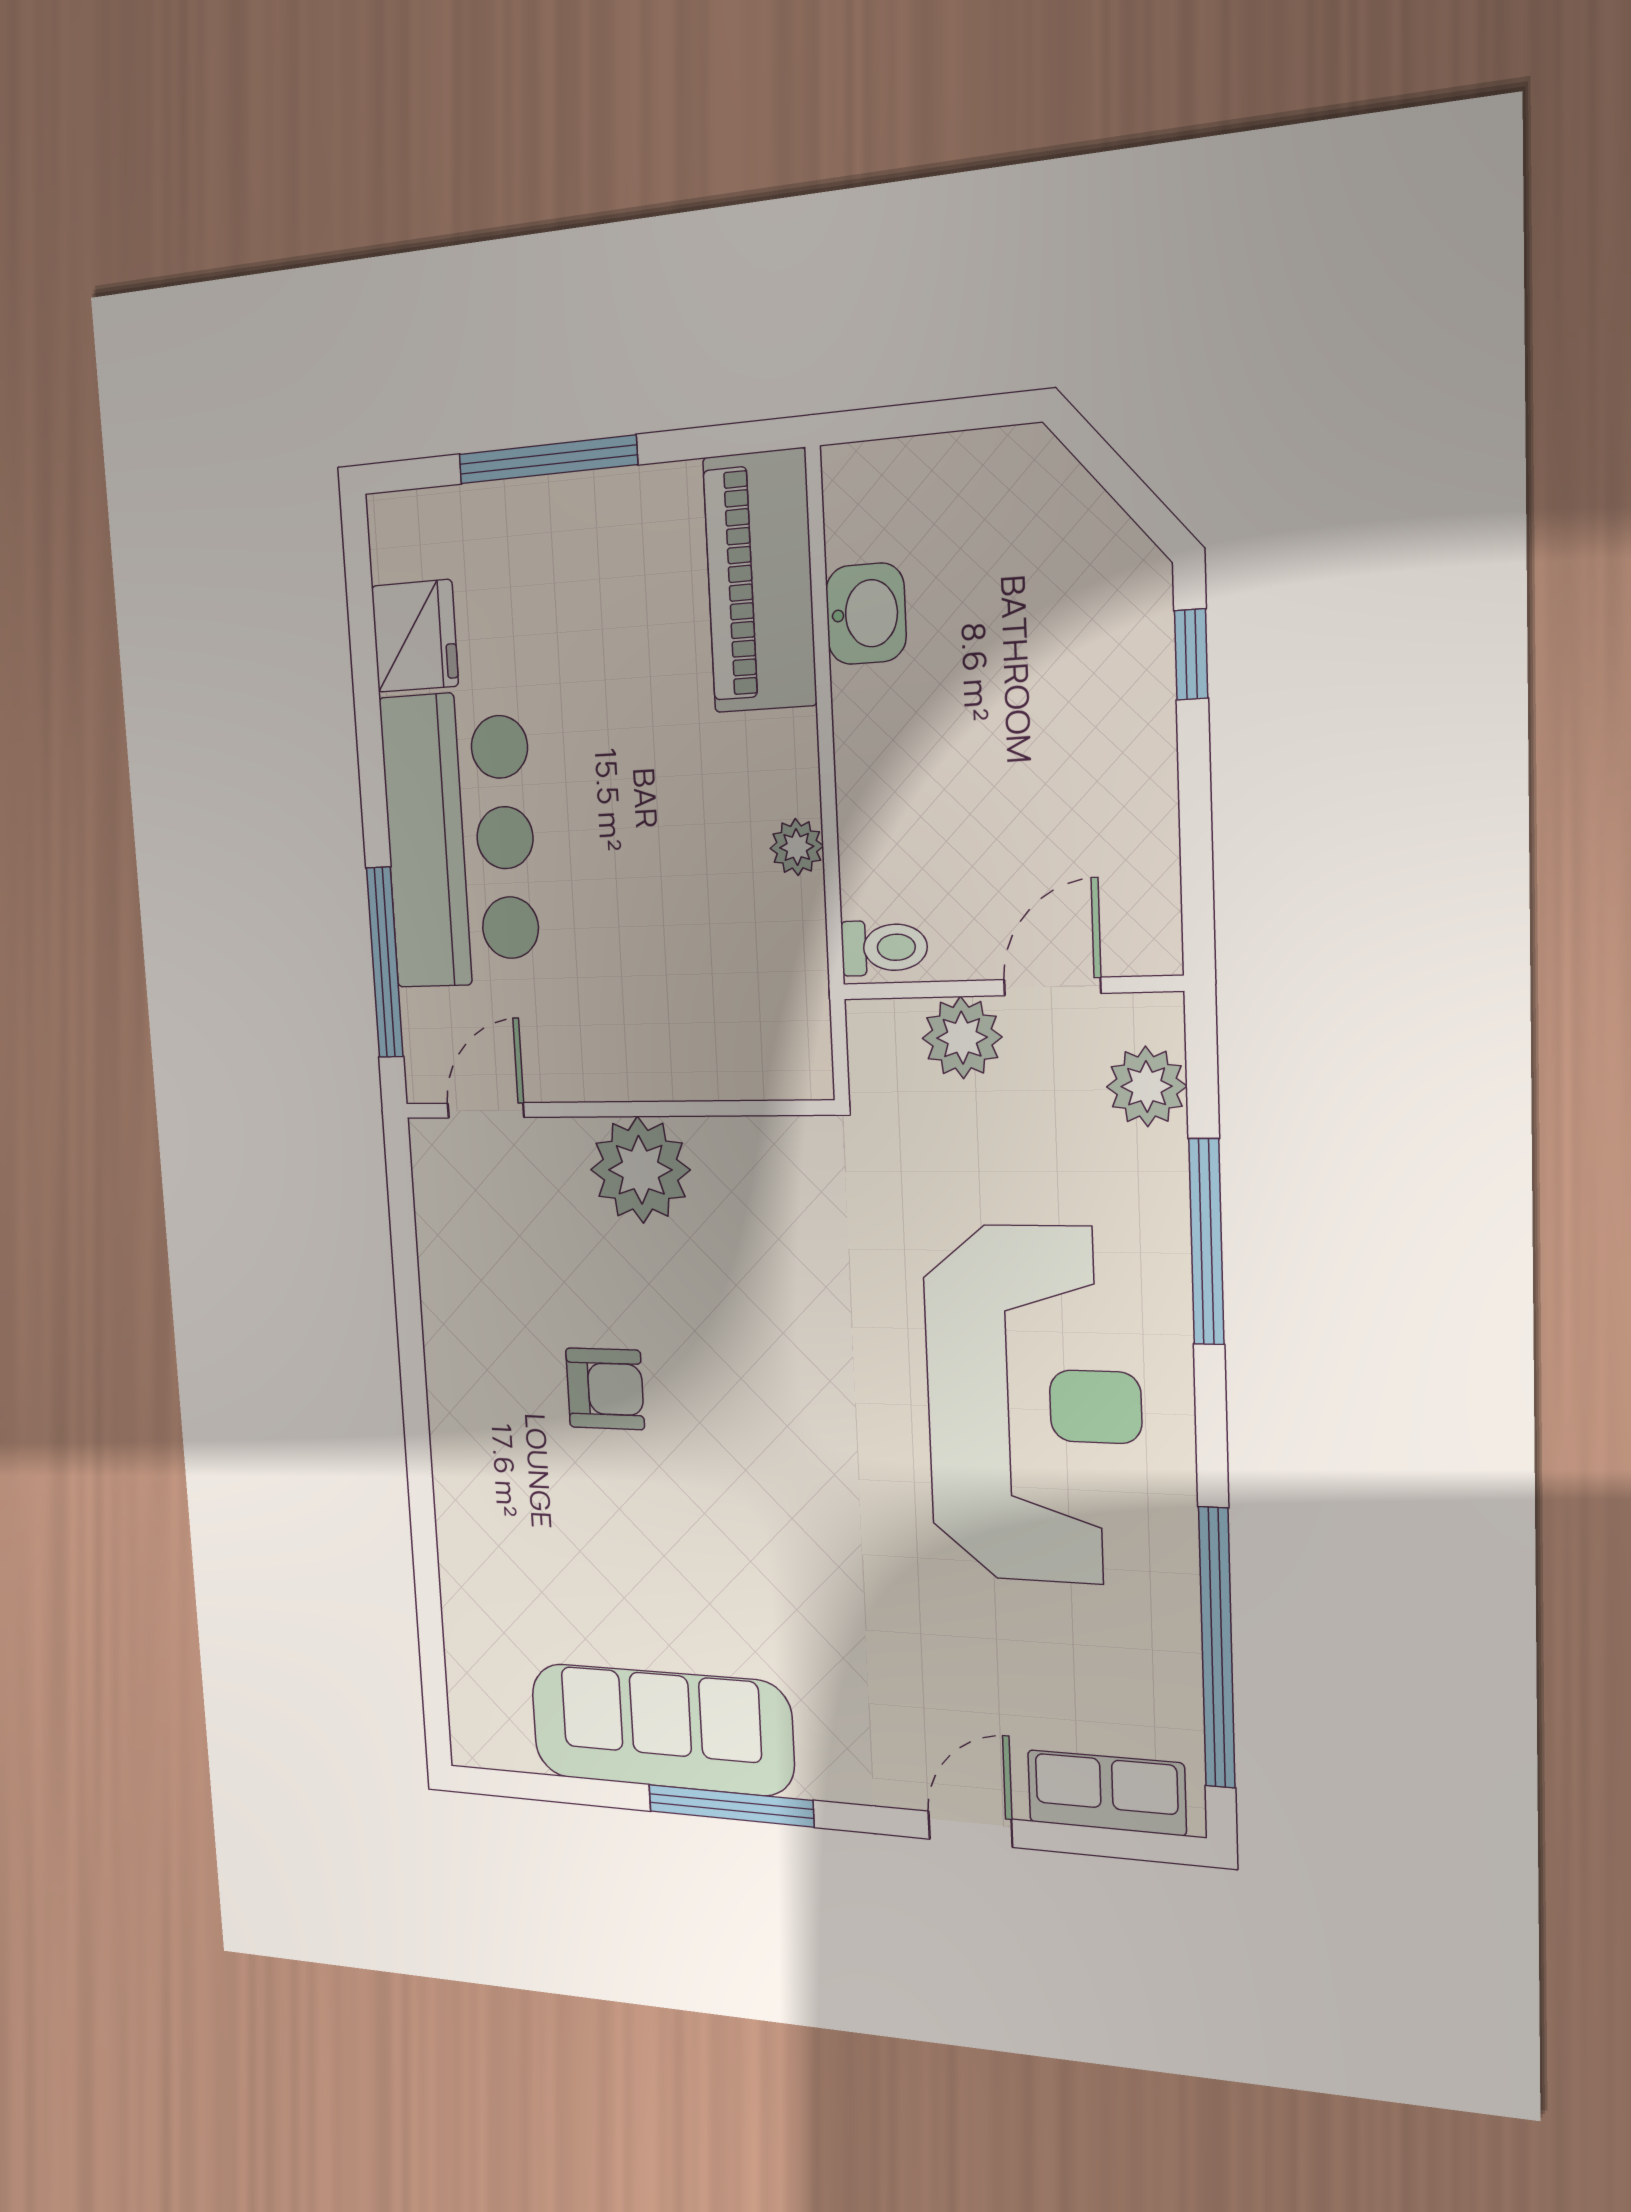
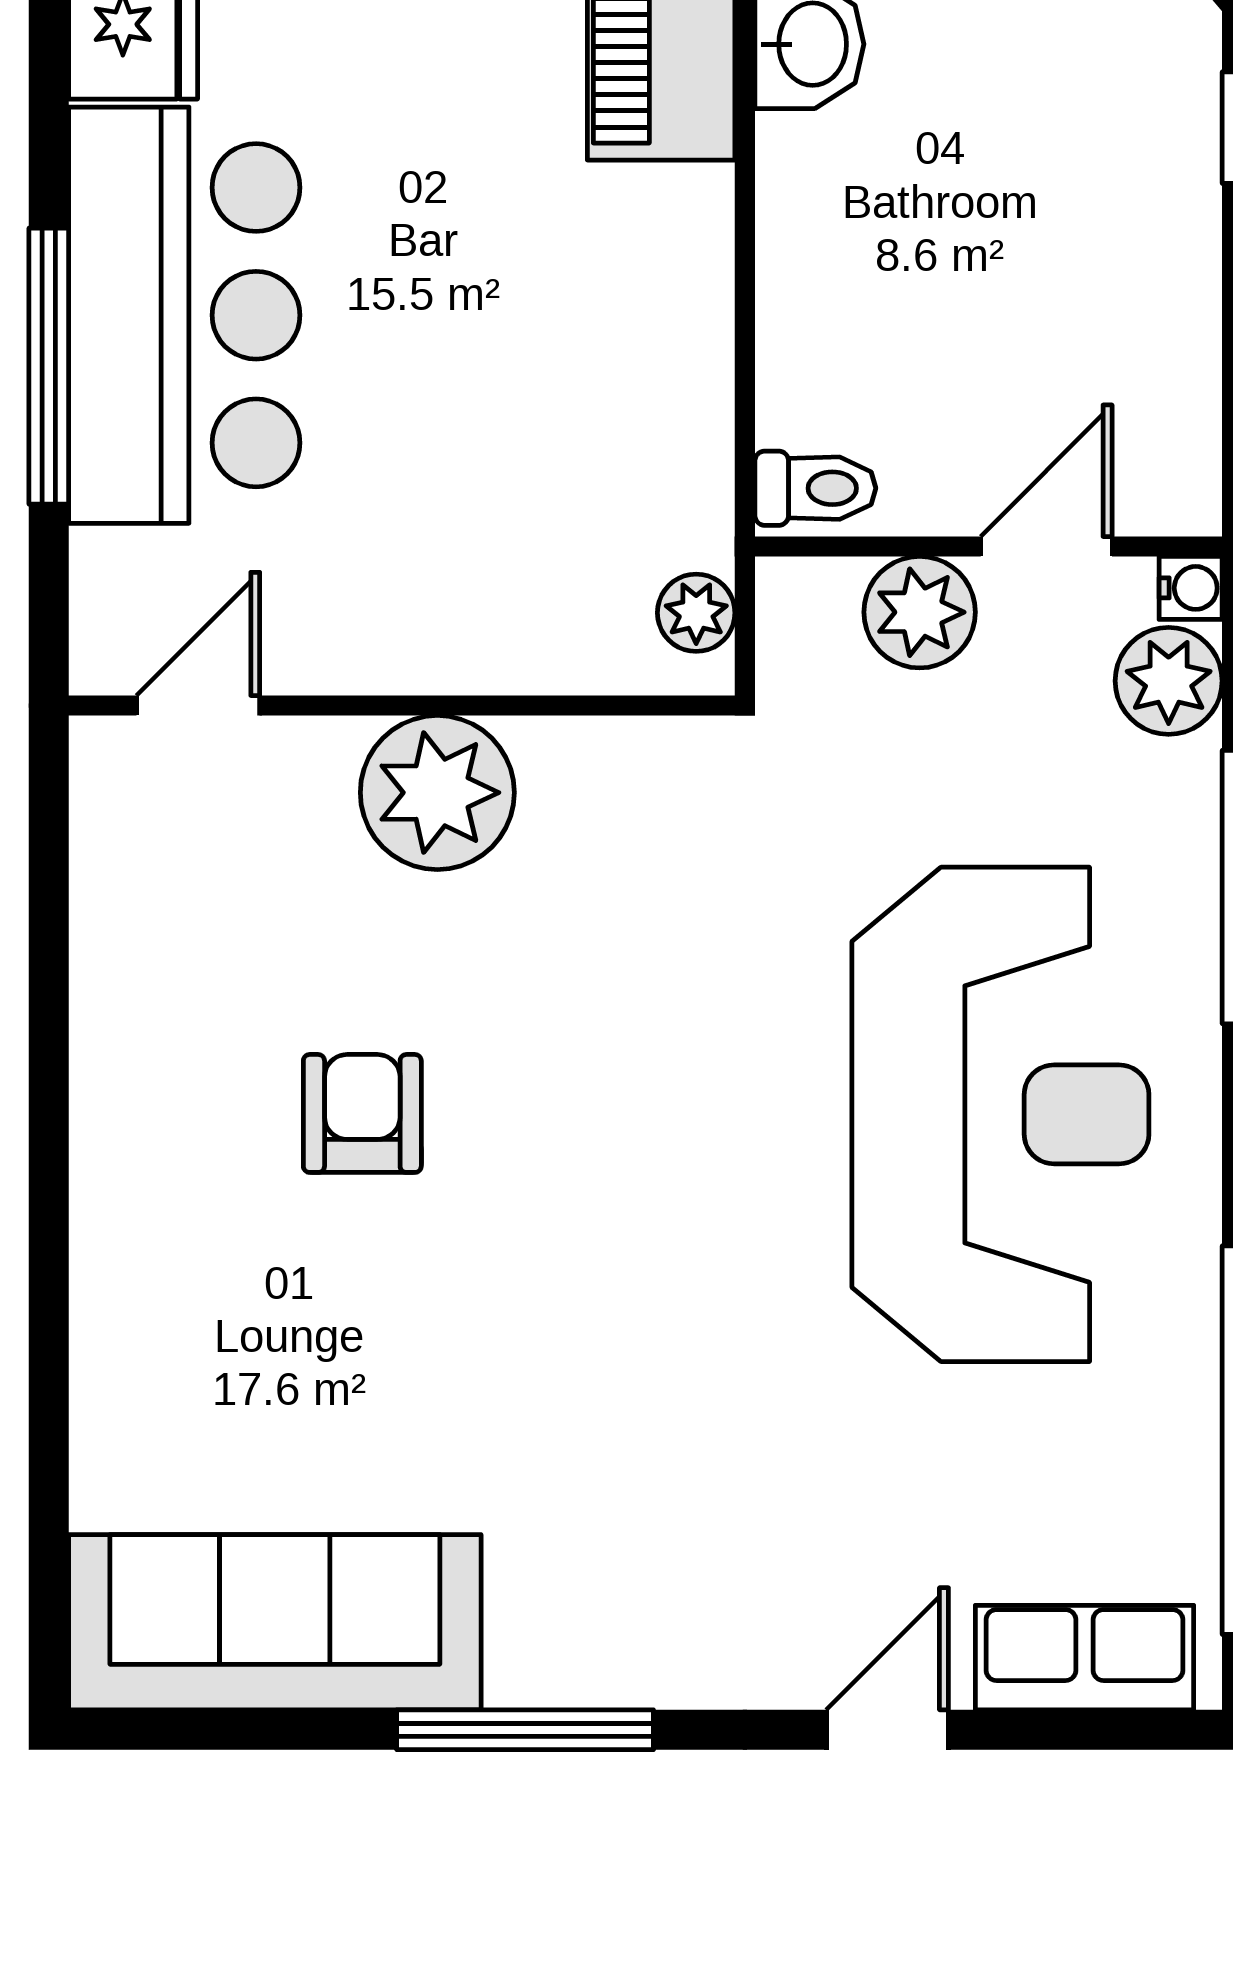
plant: (797, 847) -> (696, 613), moved
window: (385, 962) -> (49, 366), moved
water cooler: (1161, 1015) -> (1191, 588), added
armchair: (605, 1389) -> (362, 1113), turned -90
sofa: (661, 1729) -> (275, 1622), moved

